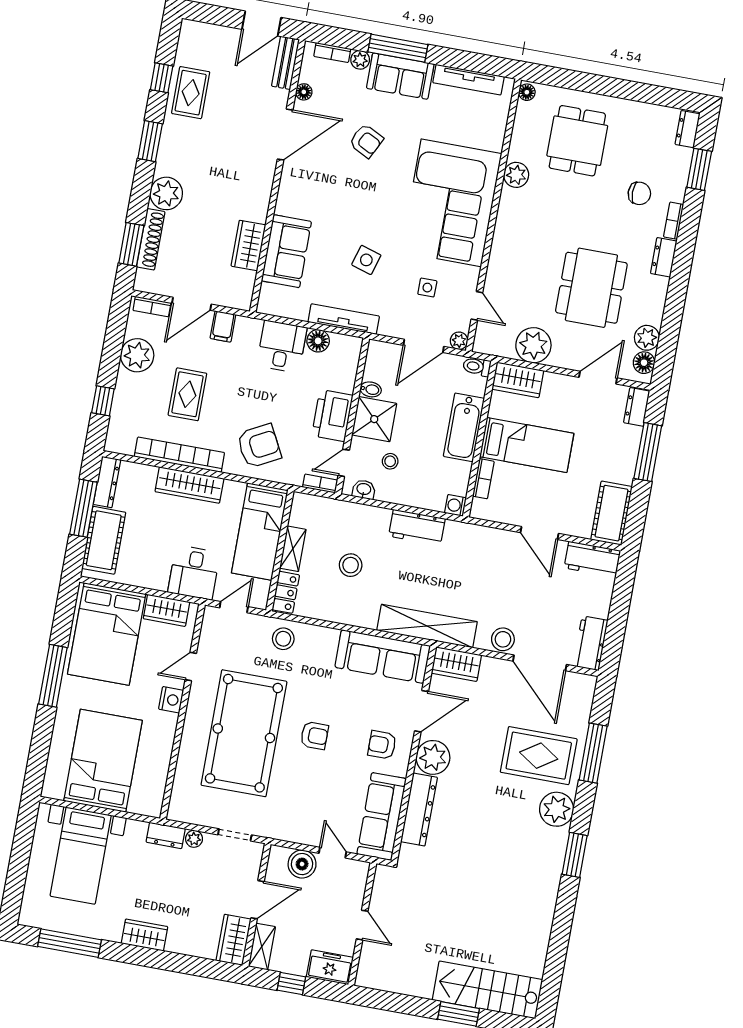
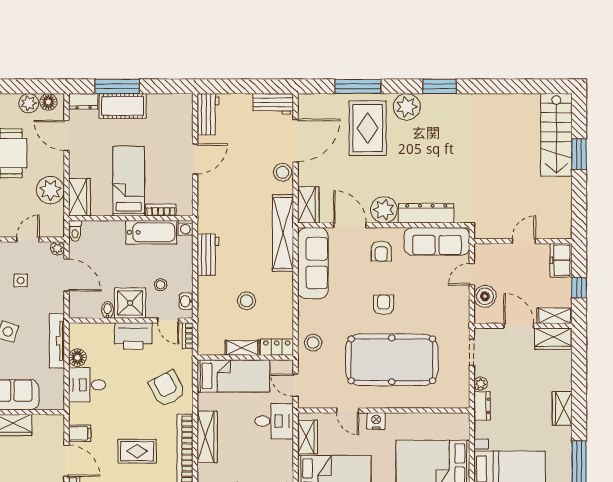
bathtub: (464, 427) -> (151, 232), moved
cot: (611, 513) -> (123, 106), moved

